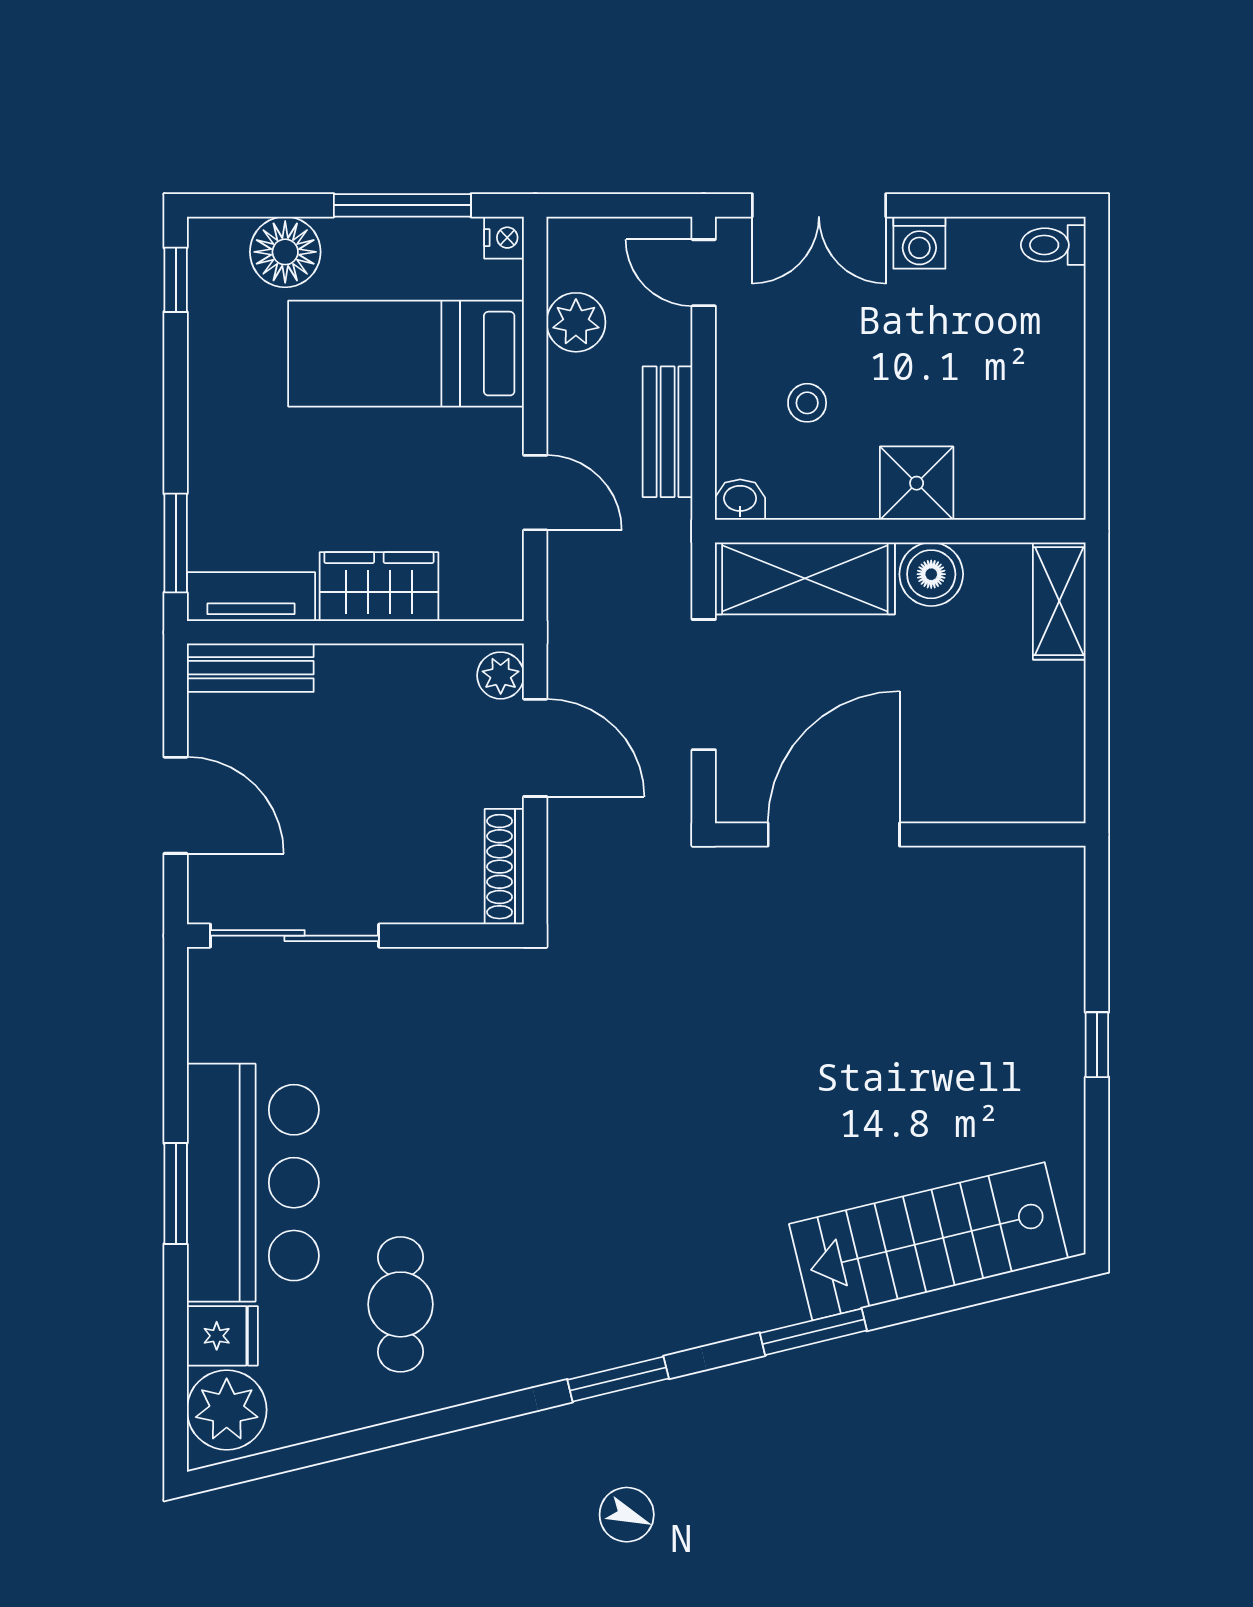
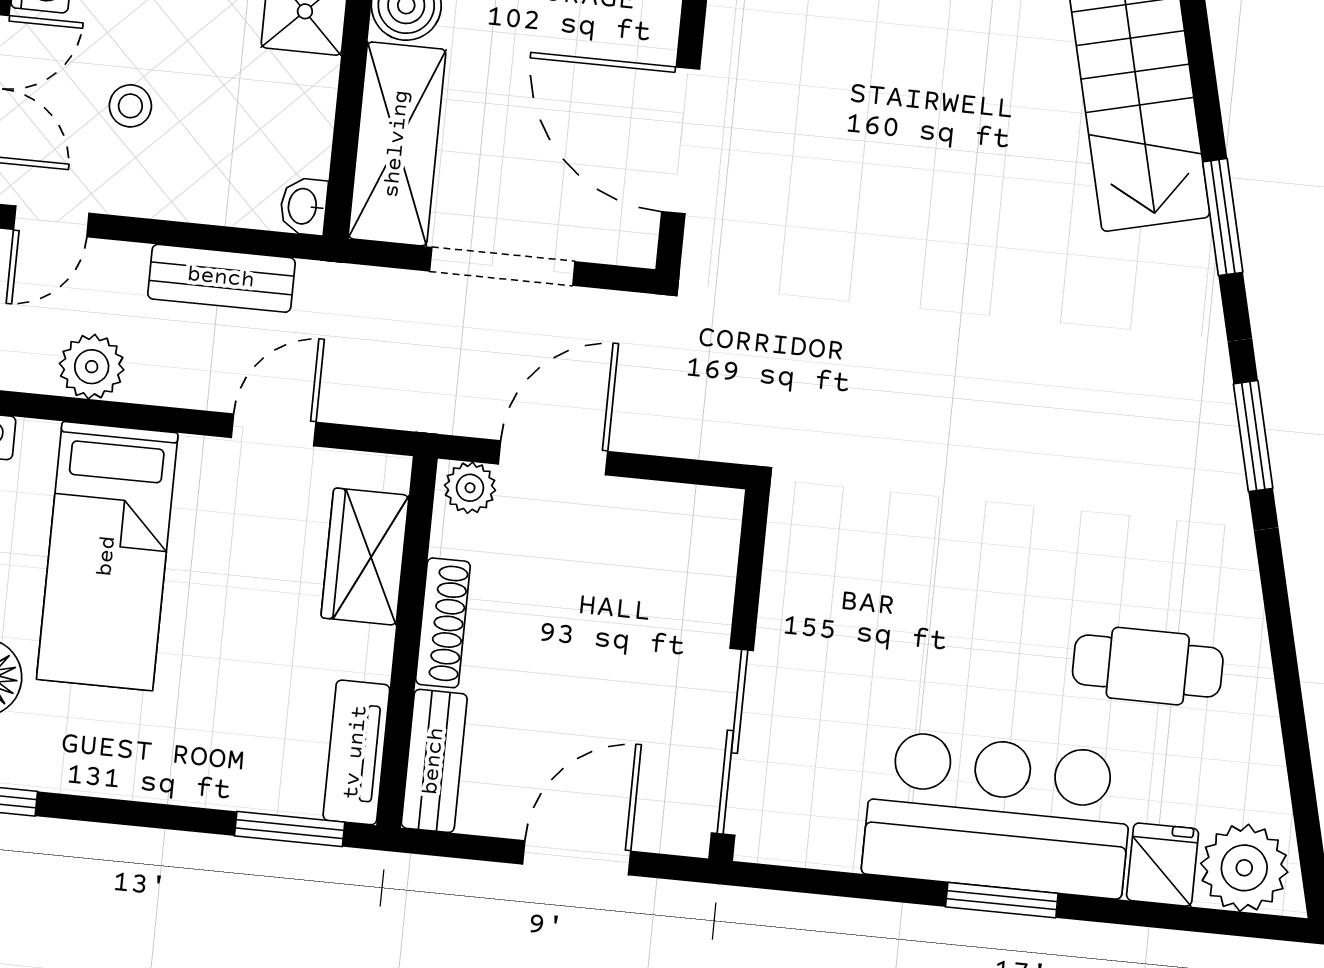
stool: (807, 403) -> (130, 106), moved
wardrobe: (379, 587) -> (365, 557), moved
shoe rack: (504, 867) -> (443, 623), moved, turned -90

